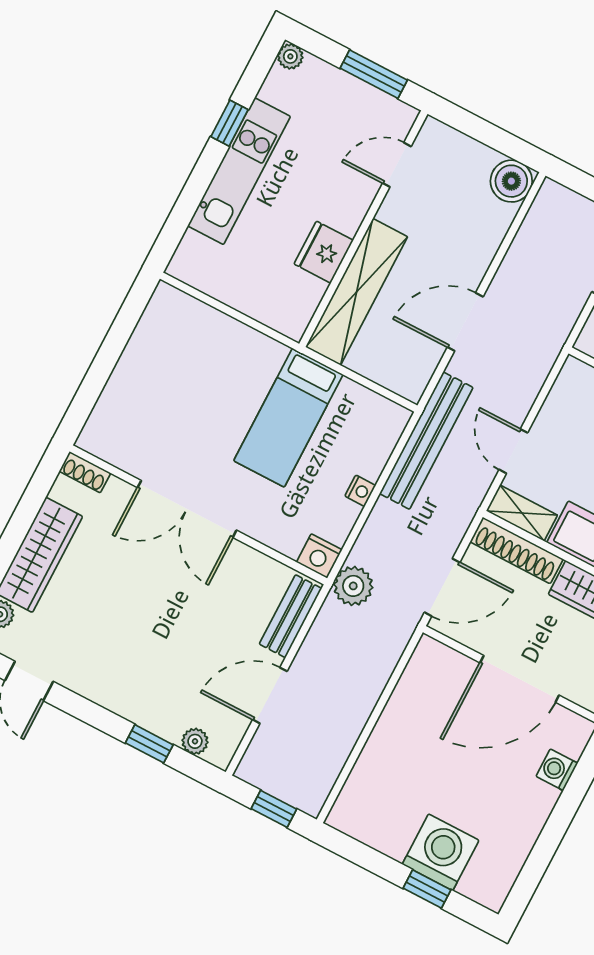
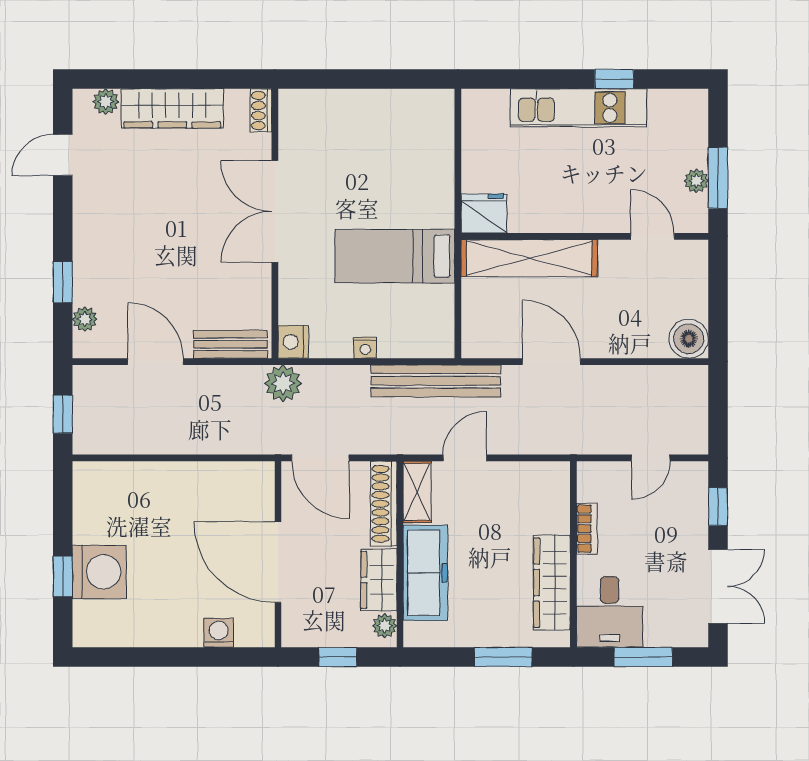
plant: (290, 56) -> (696, 181), moved
fridge: (324, 252) -> (484, 213), moved

